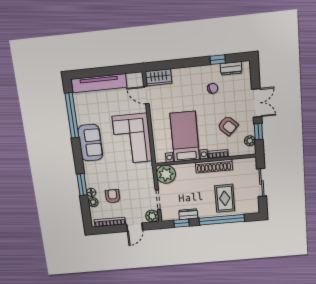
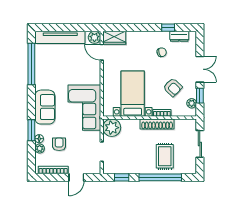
corner sofa: (132, 139) -> (84, 108), moved
sofa: (90, 143) -> (45, 107), moved
dresser: (188, 214) -> (129, 169), removed
plant: (152, 216) -> (94, 37), moved

